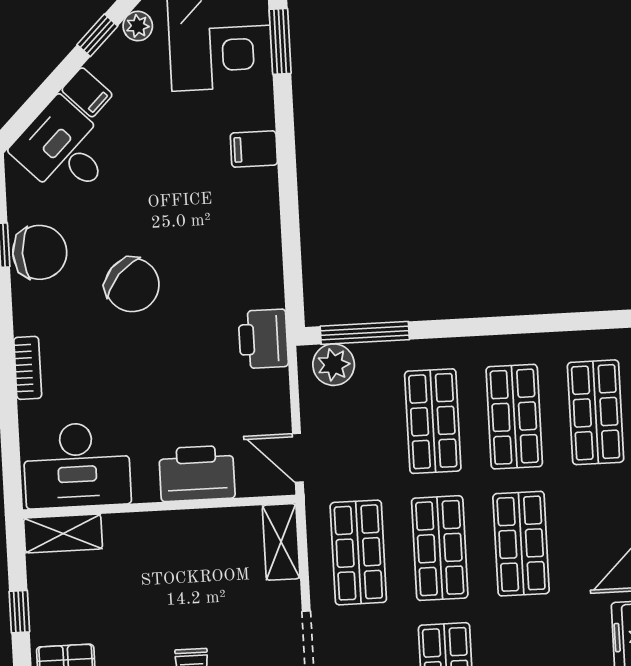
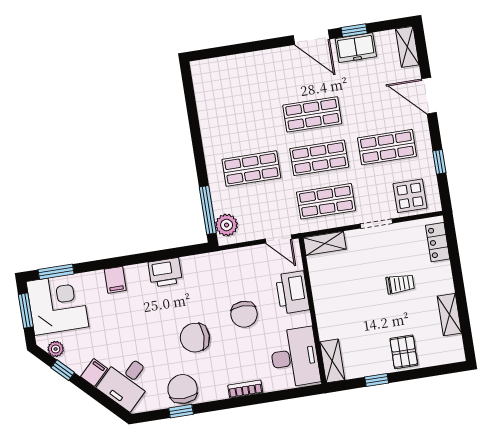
chair: (132, 285) -> (195, 338), turned -132
printer: (263, 339) -> (165, 272), moved
chair: (166, 380) -> (244, 314), added
shop shelf: (596, 412) -> (238, 82), removed
shop shelf: (514, 417) -> (244, 125), removed
door: (298, 458) -> (279, 239), hinge flipped

